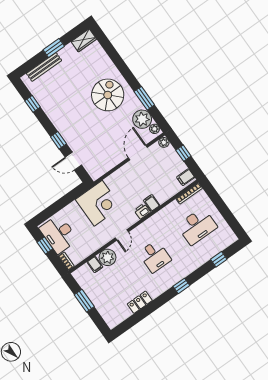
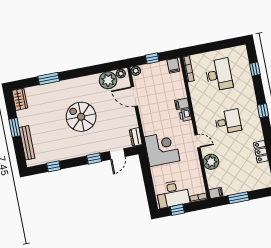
spiral stairs: (108, 95) -> (81, 117), moved
window: (144, 98) -> (49, 79), moved
dresser: (98, 172) -> (136, 137), added
filing cabinet: (95, 265) -> (216, 193), moved

